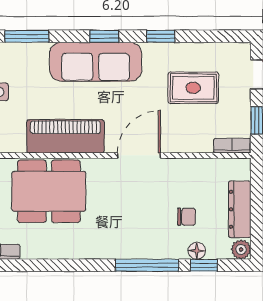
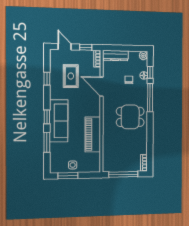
window: (27, 36) -> (47, 142), moved
window: (161, 36) -> (47, 79), moved
door: (139, 155) -> (102, 87), moved
dining table: (49, 191) -> (130, 117), moved, width x0.73
dresser: (240, 209) -> (115, 56), moved

